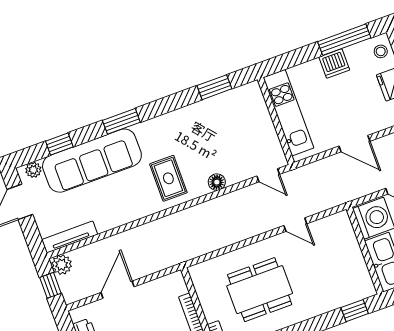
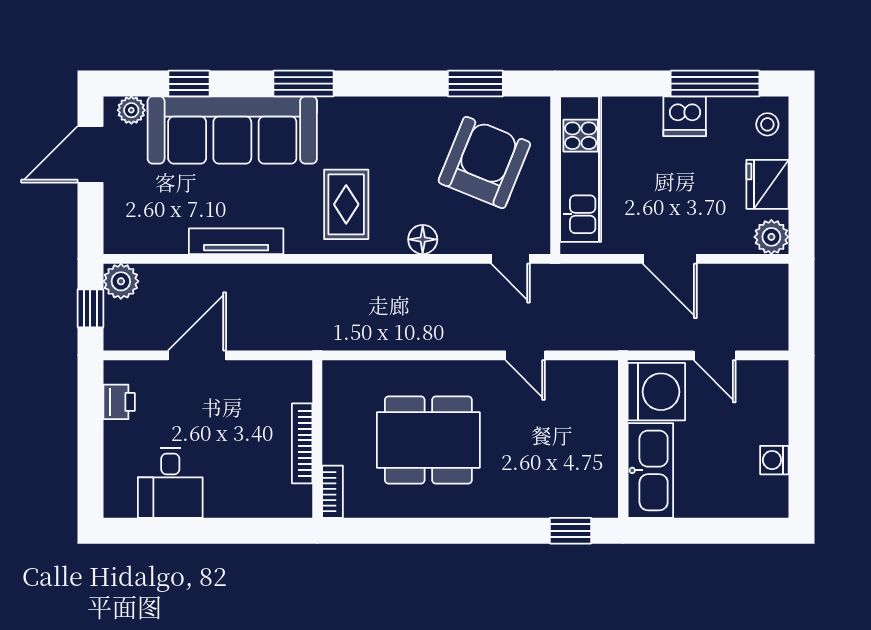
armchair: (235, 128) -> (484, 162), added
tv unit: (70, 237) -> (236, 241), moved

